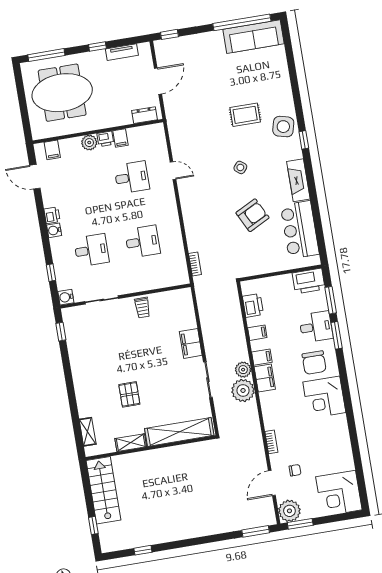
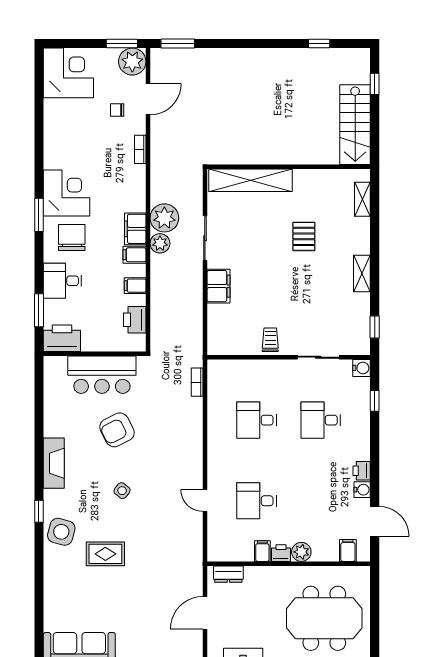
water cooler: (54, 230) -> (362, 490), moved
bar counter: (300, 230) -> (102, 375), moved, turned 90
window: (337, 335) -> (39, 215), moved
shelving: (131, 443) -> (362, 274), moved, turned 90

